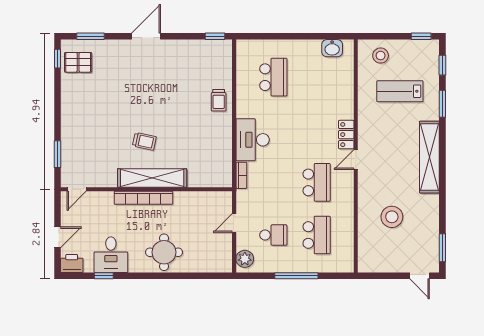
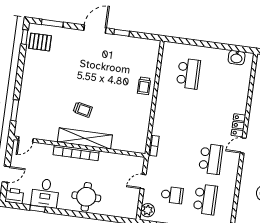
window: (215, 36) -> (122, 33), moved
desk: (253, 140) -> (166, 120), removed

